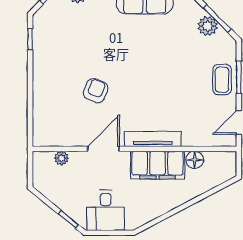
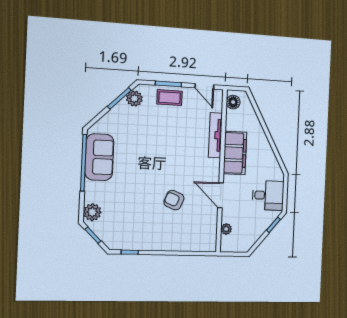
plant: (208, 26) -> (134, 99), moved
tv unit: (153, 139) -> (215, 135), moved
floor lamp: (195, 160) -> (233, 102), moved

